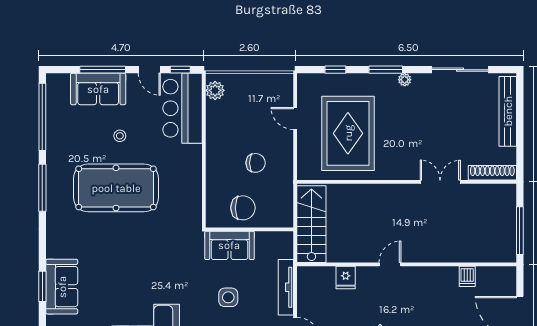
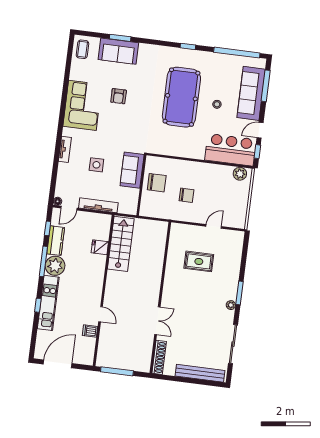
window: (103, 70) -> (266, 86), moved
window: (335, 70) -> (244, 258), removed
sofa: (98, 89) -> (251, 93), width x1.36
rug: (348, 133) -> (199, 261), width x0.54, depth x0.49
chair: (256, 163) -> (186, 195), turned -90
window: (42, 188) -> (188, 46), width x0.46
chair: (243, 208) -> (157, 183), turned -90
stairs: (311, 224) -> (121, 244), moved, turned -90
door: (390, 264) -> (101, 314), moved
armchair: (126, 278) -> (119, 96), added

